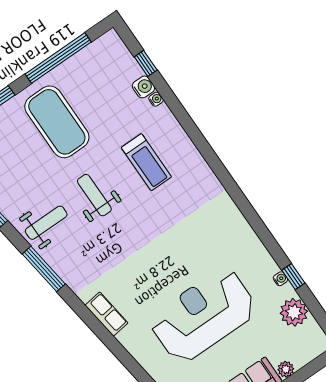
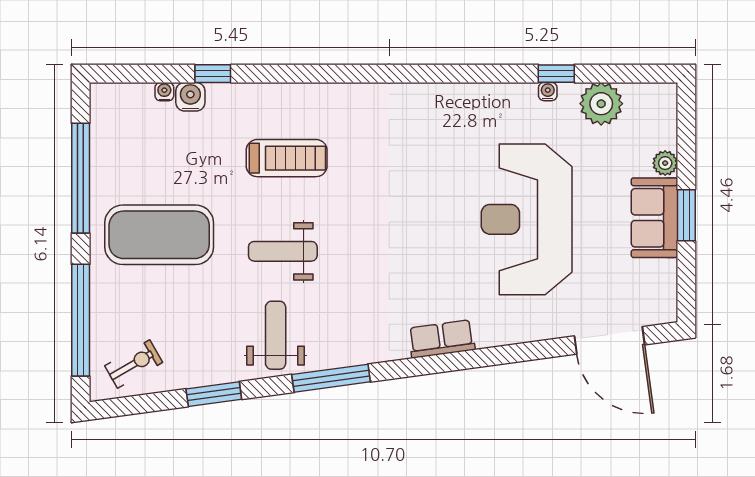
window: (146, 63) -> (213, 74), moved
water cooler: (156, 99) -> (164, 92), moved

